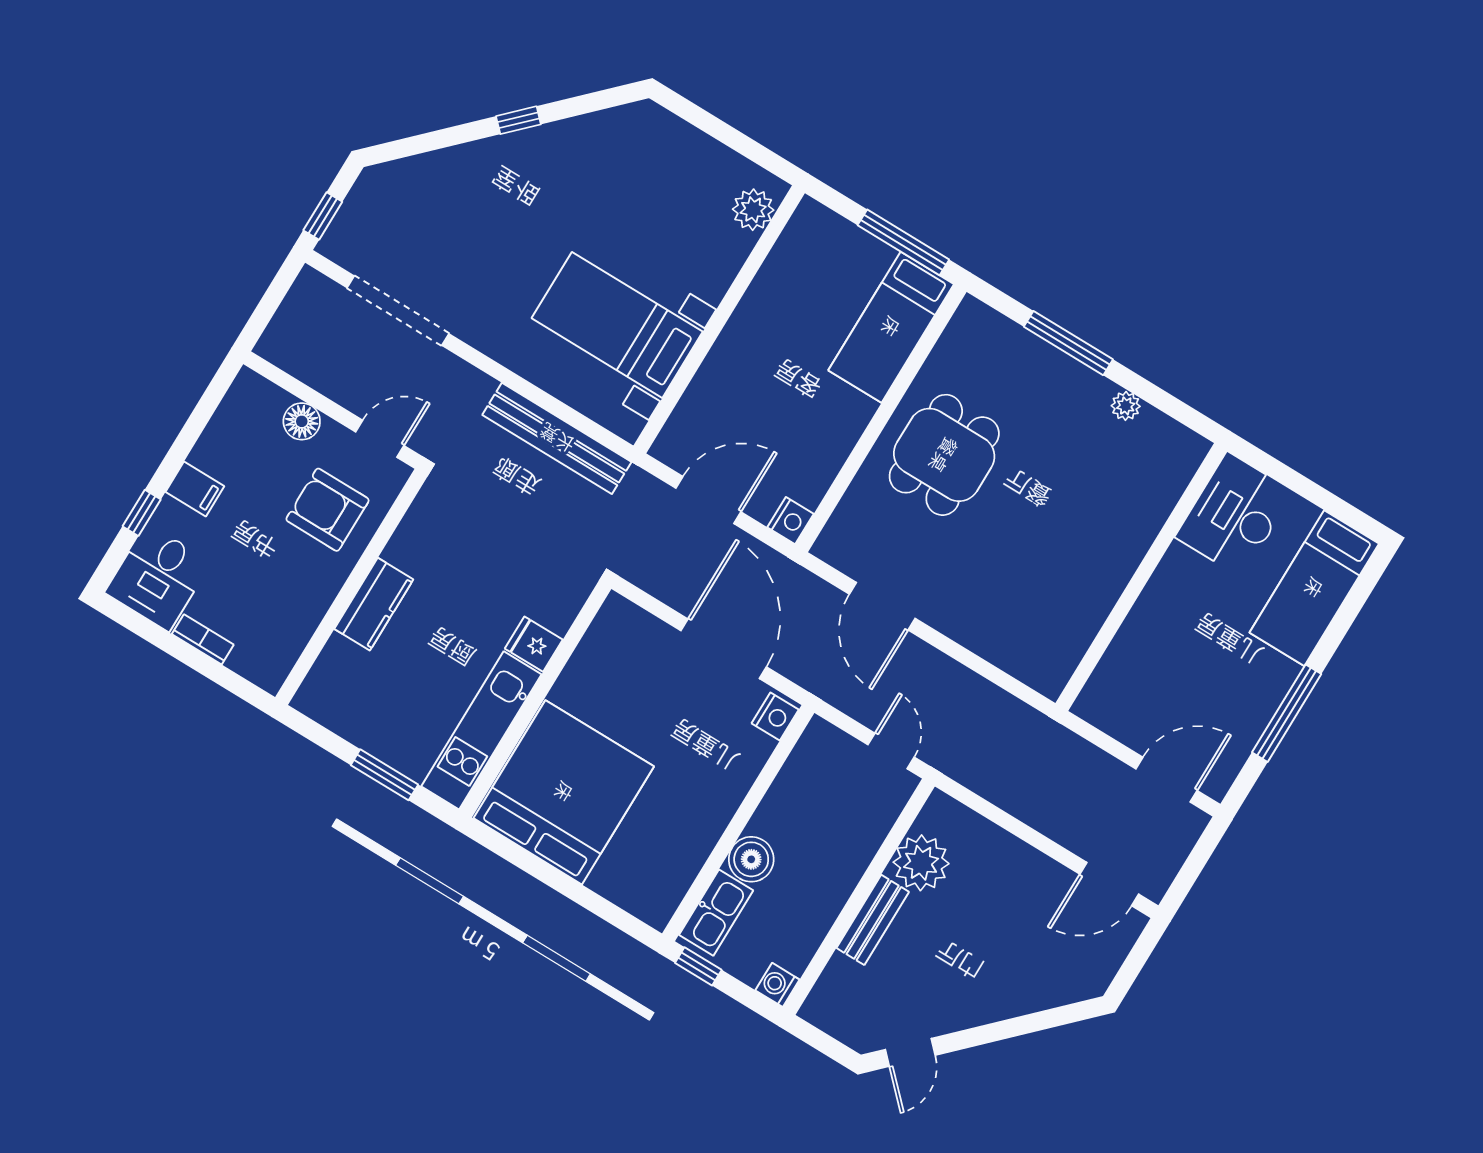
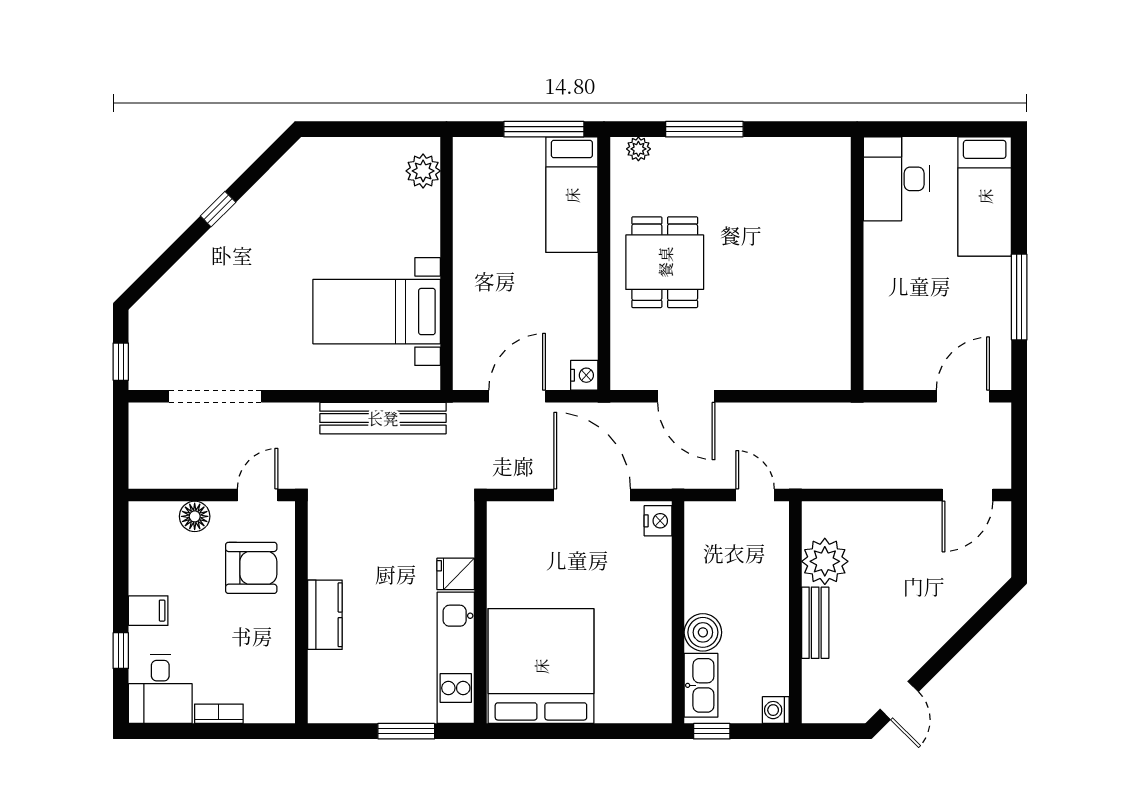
plant: (1126, 406) -> (638, 149), moved
armchair: (328, 510) -> (251, 568), turned 180

